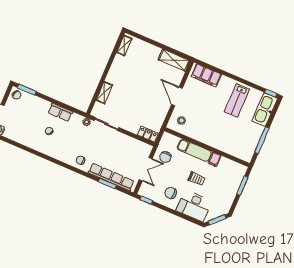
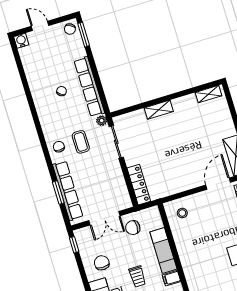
shelving: (104, 93) -> (159, 110), moved
door: (177, 96) -> (218, 184), moved
row of seats: (60, 112) -> (89, 87), width x2.02
locker: (148, 134) -> (139, 185), width x1.53
coffee table: (89, 145) -> (81, 142), added

